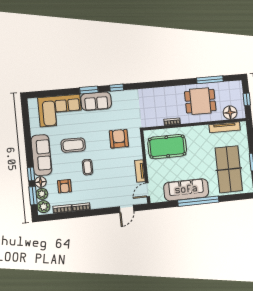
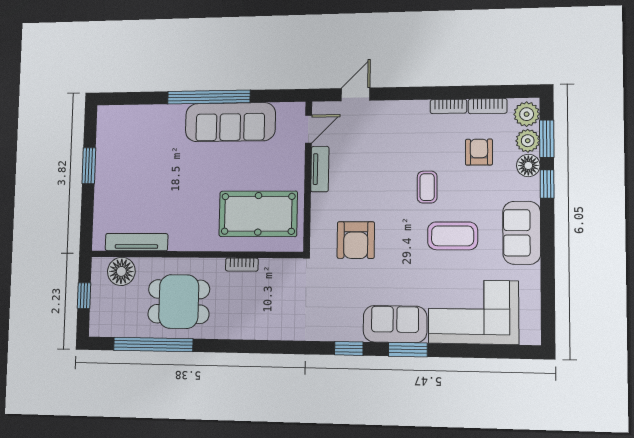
window: (210, 80) -> (153, 345), width x1.46
sofa: (41, 155) -> (522, 233), width x0.73
table tennis table: (229, 169) -> (140, 156), removed

